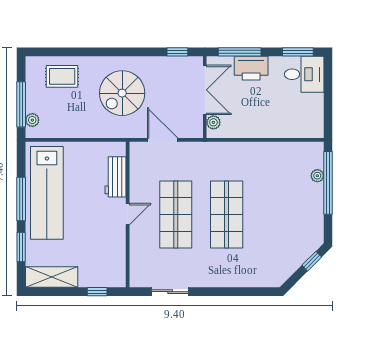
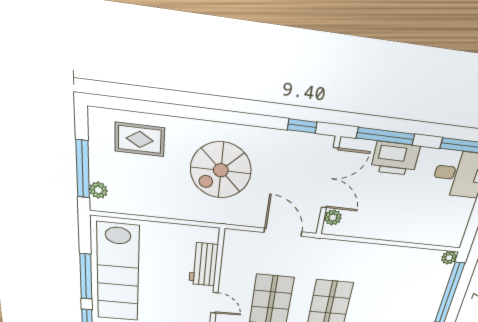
door: (163, 140) -> (283, 232), moved
plant: (317, 176) -> (449, 258), moved
door: (128, 214) -> (214, 303), hinge flipped

